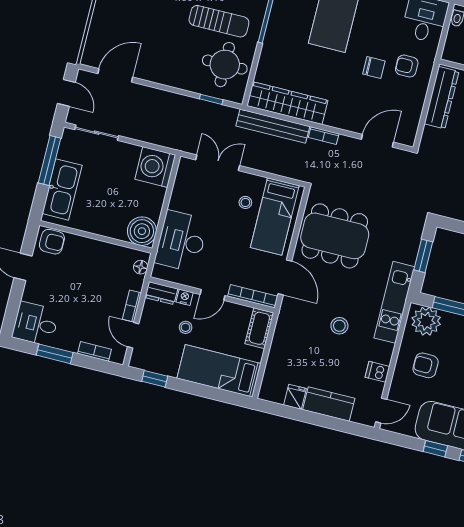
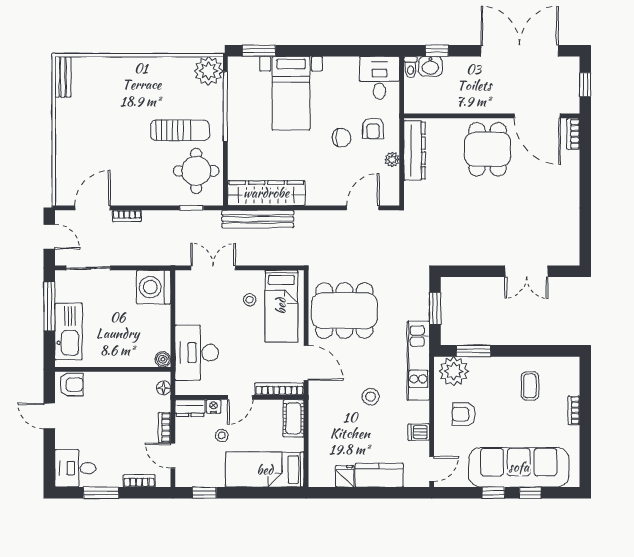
armchair: (407, 66) -> (373, 128), turned -90
plant: (418, 101) -> (392, 159), added
bookcase: (324, 136) -> (127, 216), moved
boiler: (142, 231) -> (163, 359), width x0.54, depth x0.54

